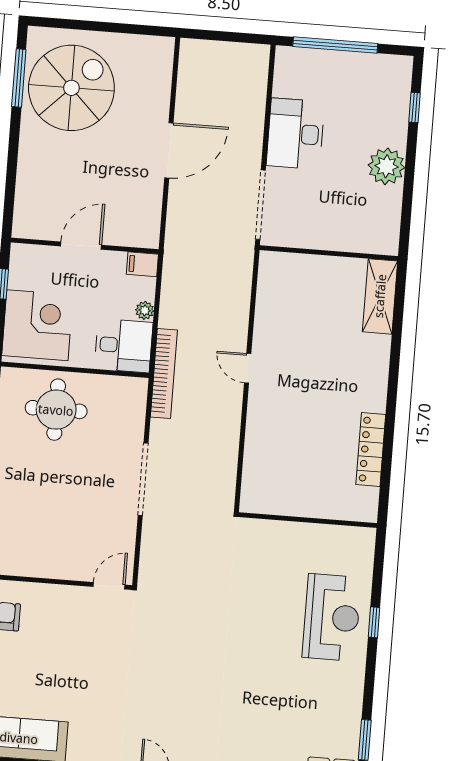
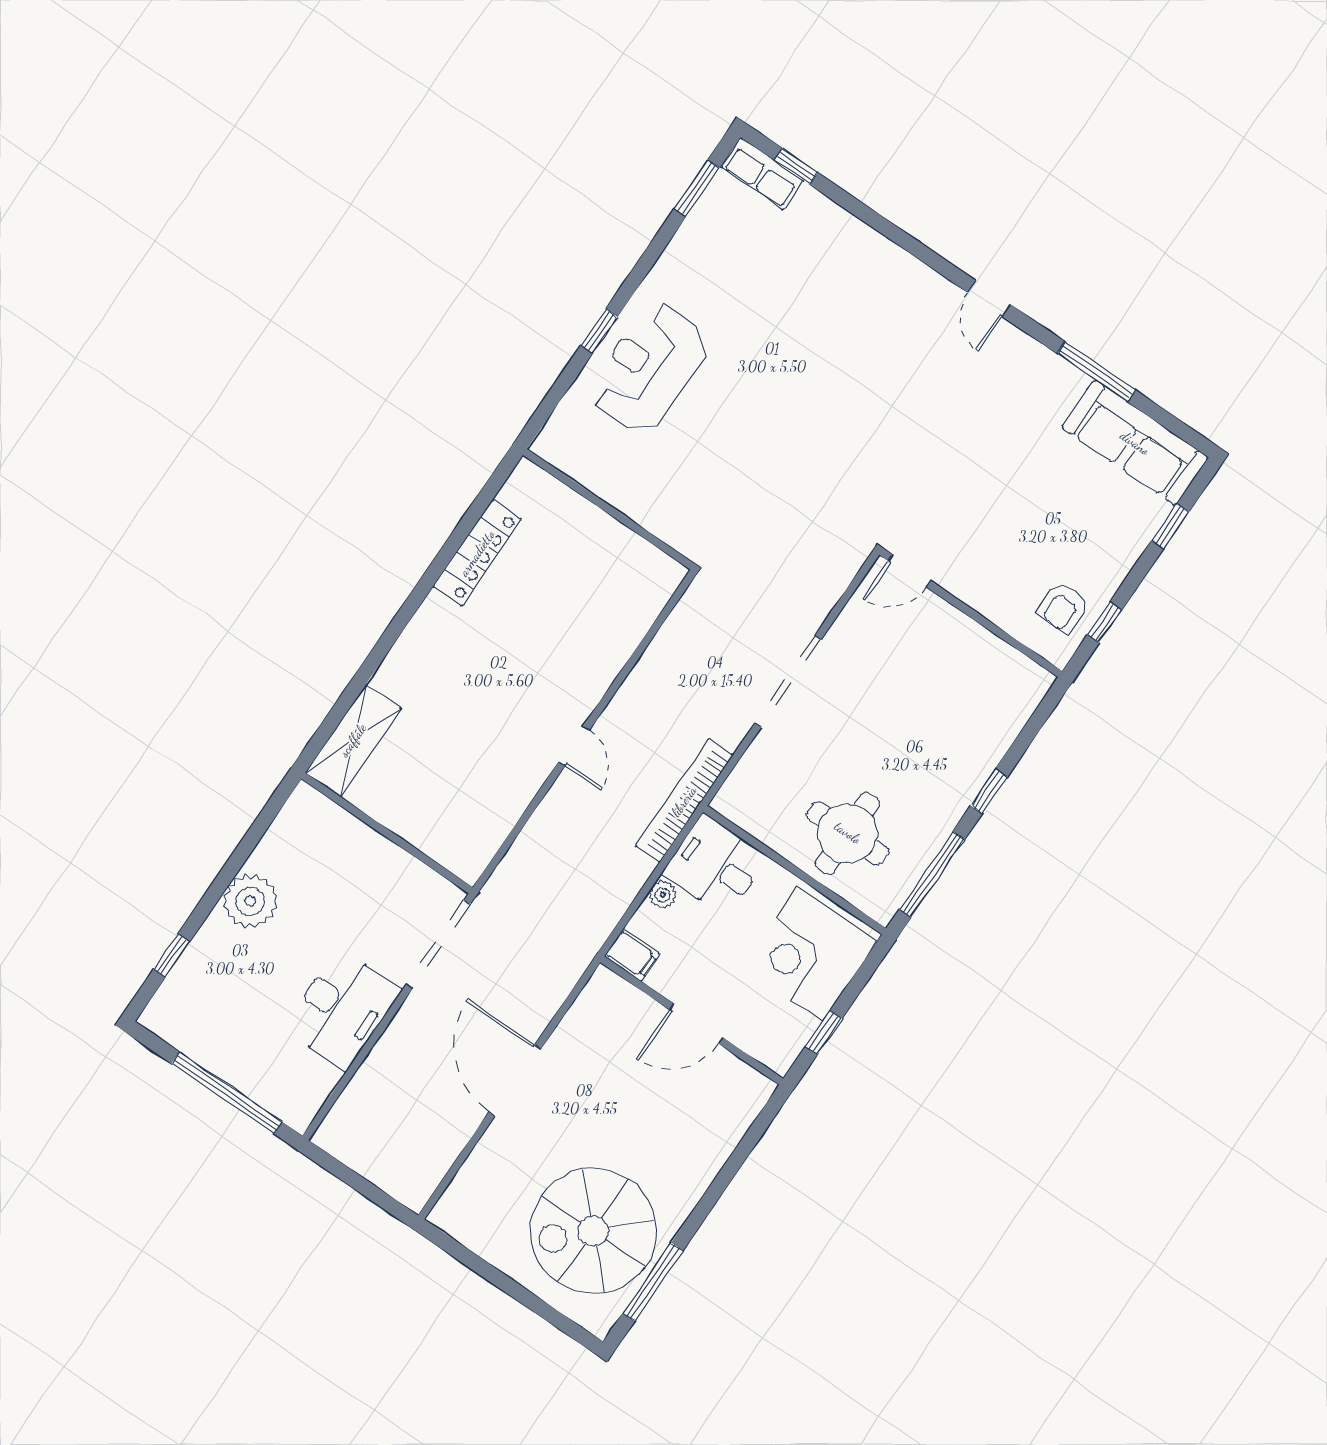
door: (169, 150) -> (515, 1080), hinge flipped

